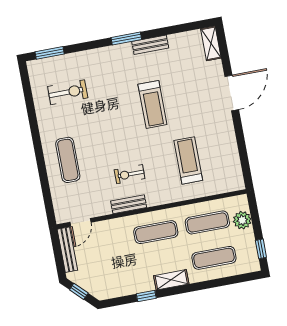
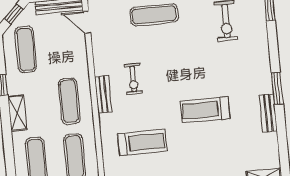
exercise bike: (130, 174) -> (133, 79), turned 180
bench: (129, 204) -> (103, 94), moved
exercise mat: (111, 277) -> (26, 49), added

